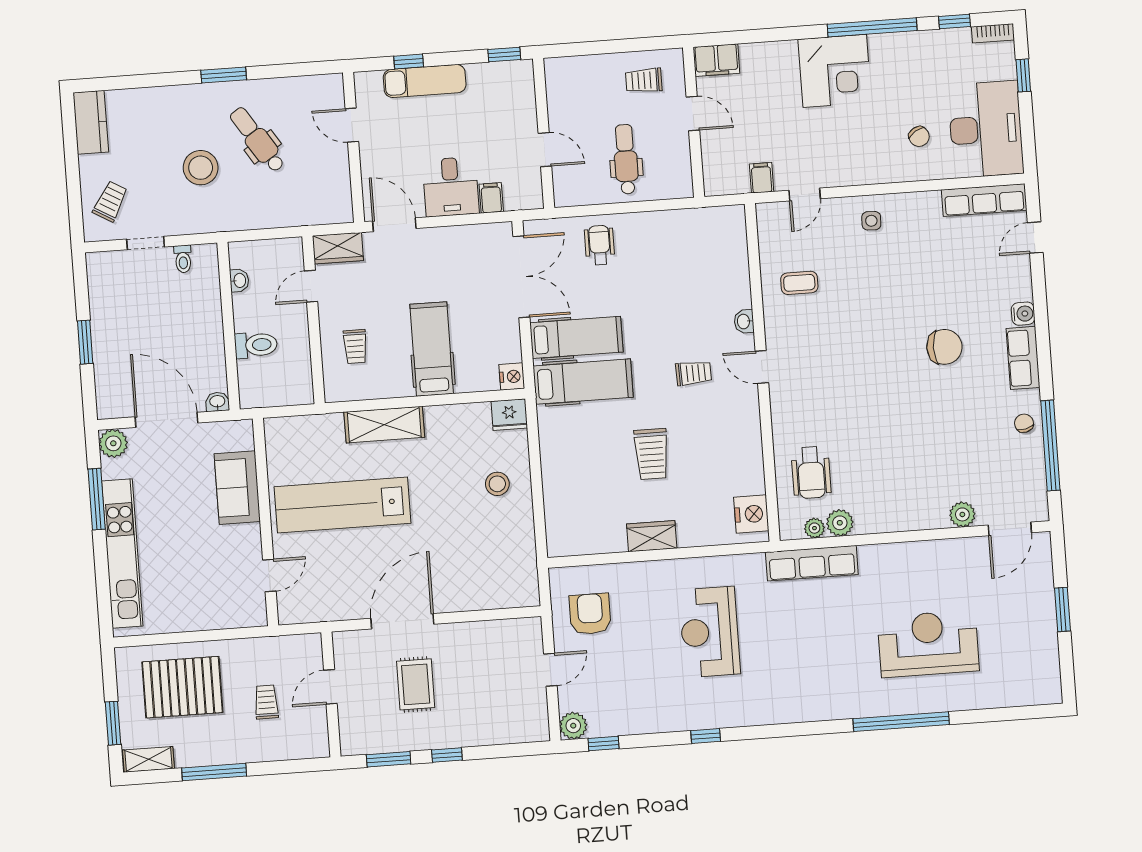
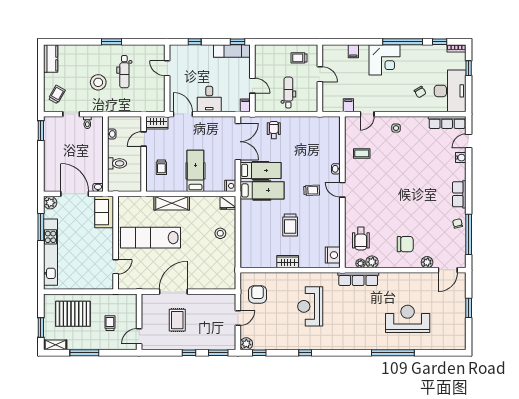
filing cabinet: (716, 60) -> (353, 51), moved, width x0.50
exam couch: (425, 81) -> (232, 51), moved
dental chair: (257, 140) -> (124, 72), turned -147
filing cabinet: (491, 198) -> (245, 105), moved
water cooler: (1023, 314) -> (461, 158), moved
window: (85, 342) -> (41, 131), moved
chair: (944, 347) -> (405, 244), moved
sofa: (237, 488) -> (104, 212), moved
door: (330, 687) -> (139, 336), moved
window: (389, 759) -> (218, 353), moved

